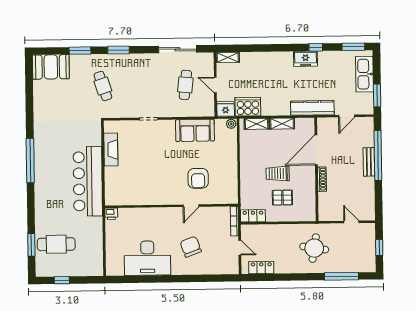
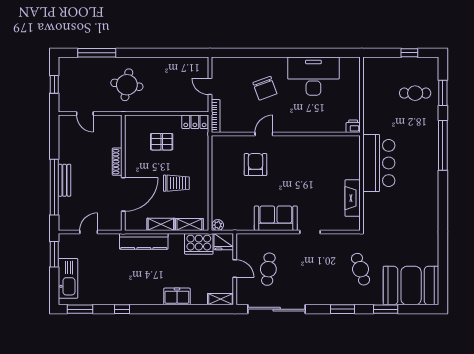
sliding door: (177, 49) -> (277, 309), width x1.36
freezer: (306, 59) -> (177, 296), moved
booth: (51, 67) -> (411, 286), width x1.36, depth x1.42
kitchen counter: (312, 108) -> (144, 241), moved
sofa: (195, 130) -> (276, 218), moved
window: (30, 161) -> (443, 145), moved
trolley: (278, 174) -> (176, 183), moved
bar counter: (88, 181) -> (379, 163), width x0.73
cafe table: (56, 244) -> (415, 93), width x0.73, depth x0.74
locker: (261, 267) -> (186, 64), removed

